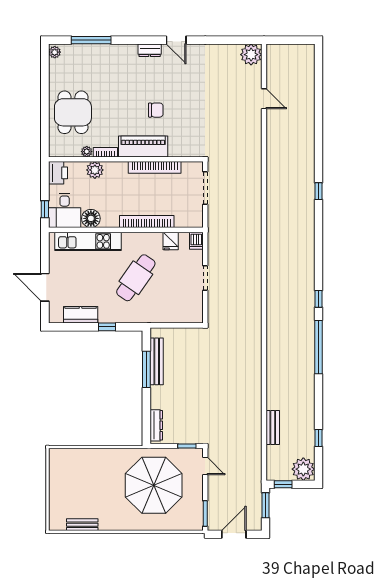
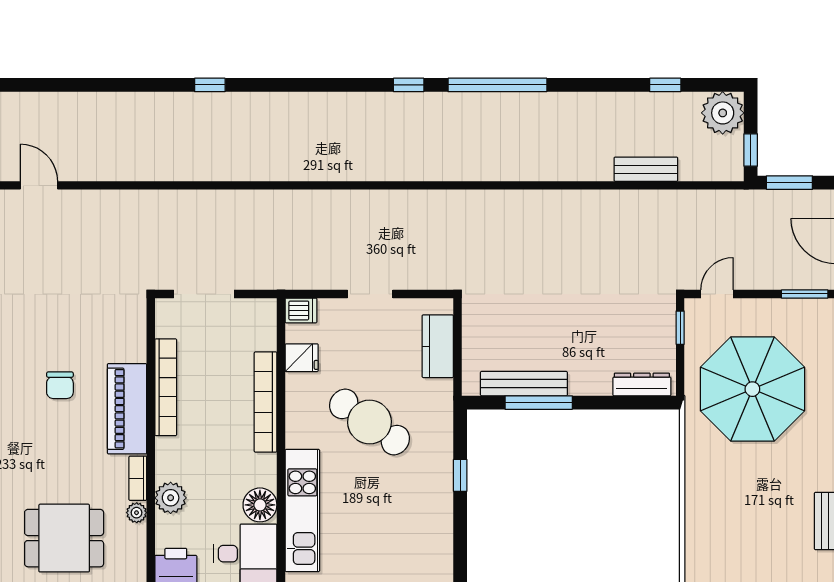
door: (264, 99) -> (39, 185), hinge flipped
chair: (156, 110) -> (60, 385), turned 180
kitchen counter: (81, 315) -> (438, 346), moved

